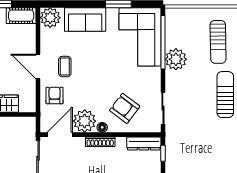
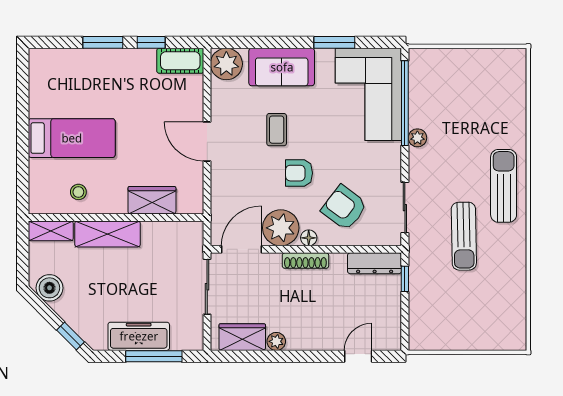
sun lounger: (218, 42) -> (464, 236), moved
plant: (176, 59) -> (417, 138), width x0.53, depth x0.53
coffee table: (65, 67) -> (277, 130), moved
armchair: (55, 95) -> (299, 173), moved, turned -90

